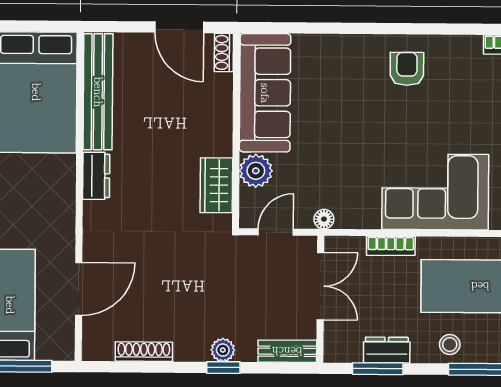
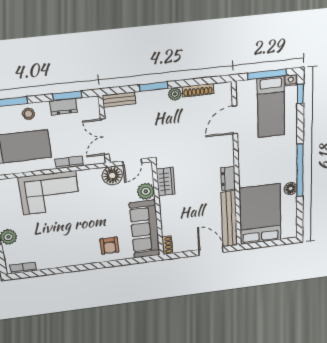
door: (179, 27) -> (211, 251), moved
armchair: (407, 69) -> (109, 246), moved
floor lamp: (324, 219) -> (112, 176), width x1.89, depth x1.89
plant: (223, 350) -> (175, 94), moved
window: (223, 368) -> (154, 87), width x1.50

